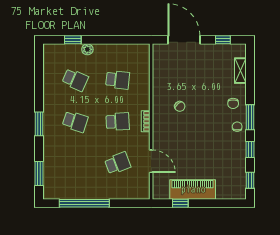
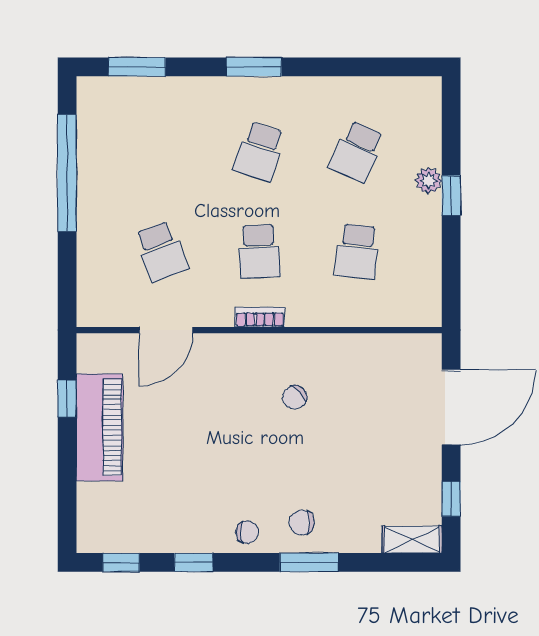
window: (73, 40) -> (451, 196), moved
shelving: (240, 71) -> (412, 540), moved
window: (250, 117) -> (309, 562), moved

